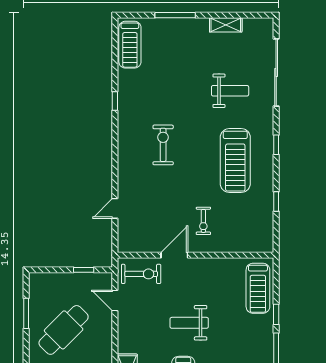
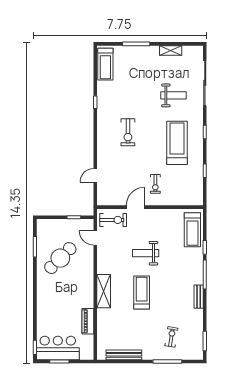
exercise bike: (163, 145) -> (128, 132), turned 180
treadmill: (235, 160) -> (177, 143), turned 180

